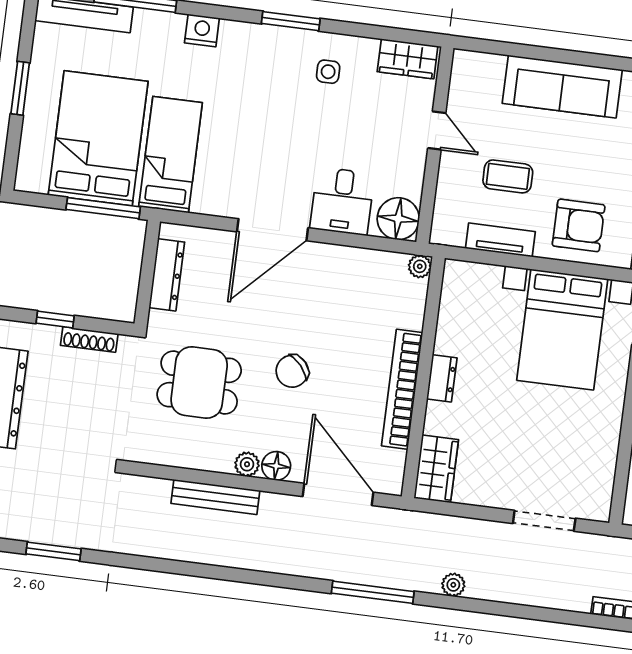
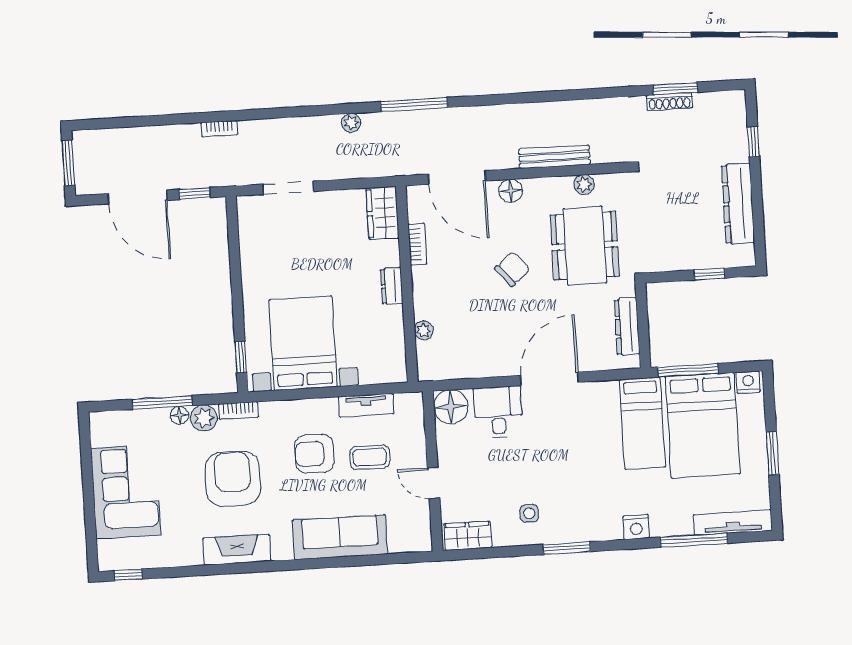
nightstand: (33, 180) -> (748, 382), added
armchair: (579, 225) -> (314, 454), moved
plant: (420, 266) -> (424, 330), moved
shoe rack: (89, 339) -> (669, 102), moved, turned 180
dining table: (199, 382) -> (585, 246), width x1.37
bookcase: (402, 389) -> (417, 244), width x0.43, depth x0.76
plant: (247, 464) -> (584, 185), moved

